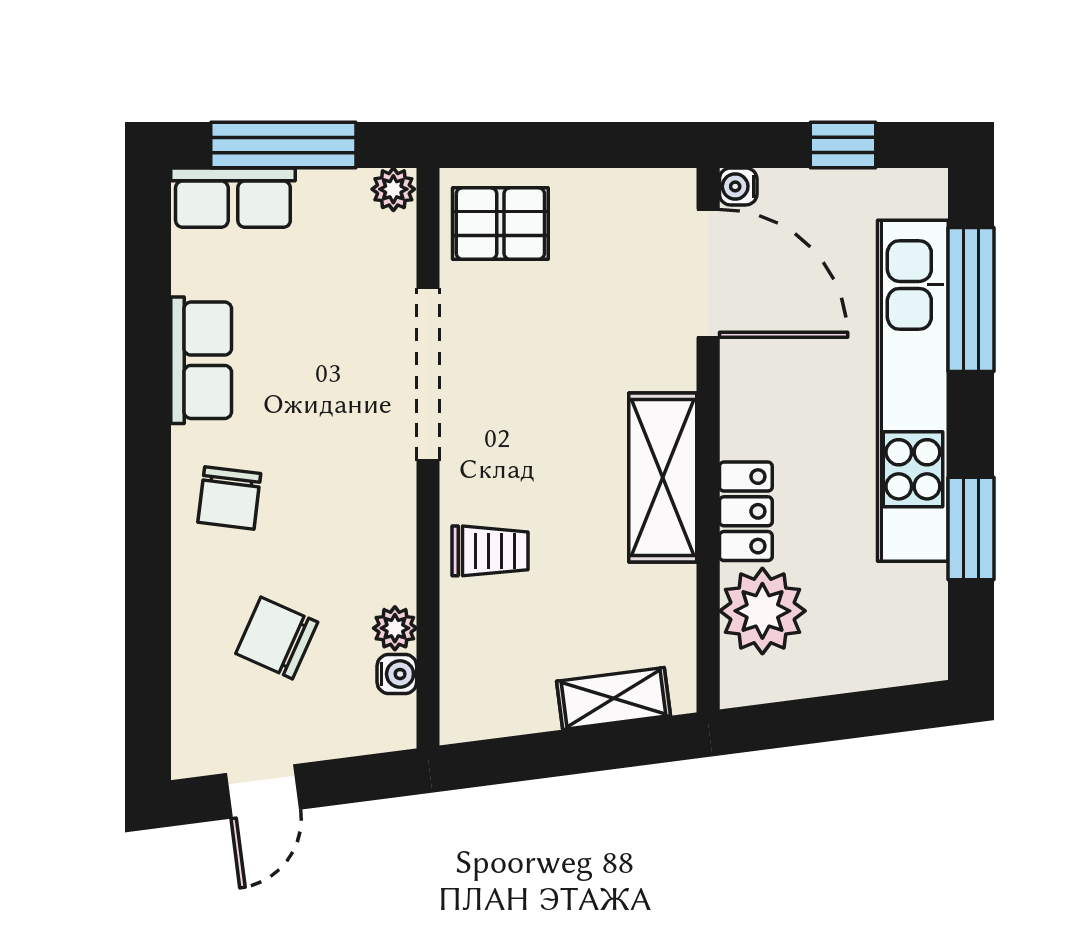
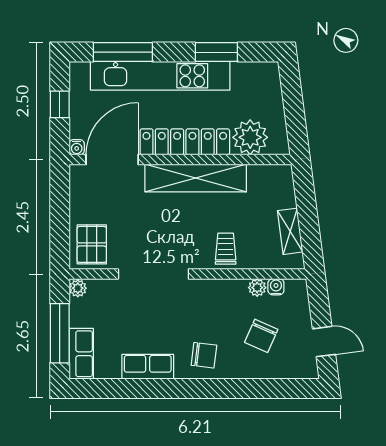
shelving: (663, 478) -> (196, 178), width x1.47
locker: (746, 511) -> (185, 142), width x2.16, depth x1.21
shelving: (613, 698) -> (290, 231), moved

